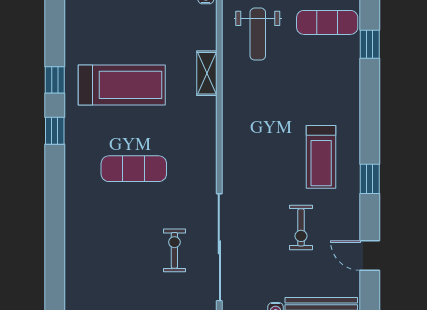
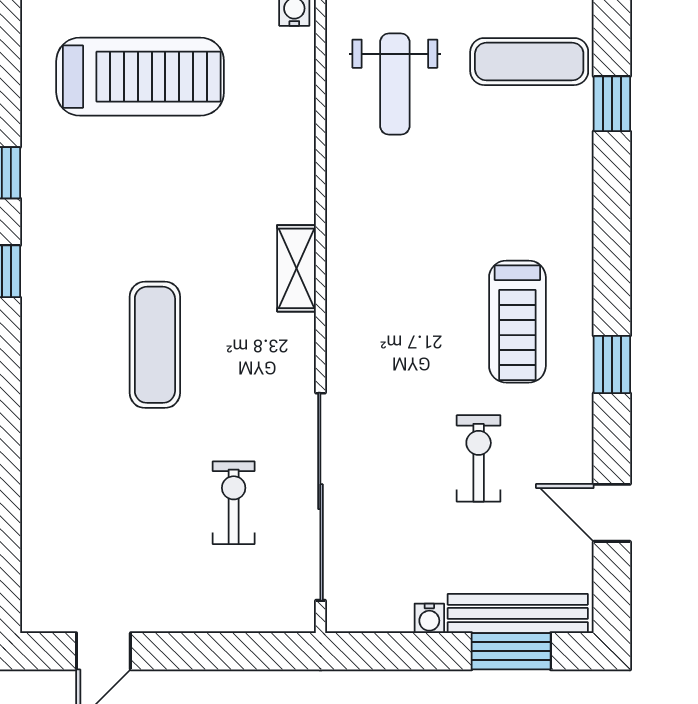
shelving: (207, 73) -> (296, 268), moved
treadmill: (122, 85) -> (140, 77), moved
exercise mat: (134, 169) -> (155, 345), turned 90
exercise bike: (301, 227) -> (479, 458), turned 180

